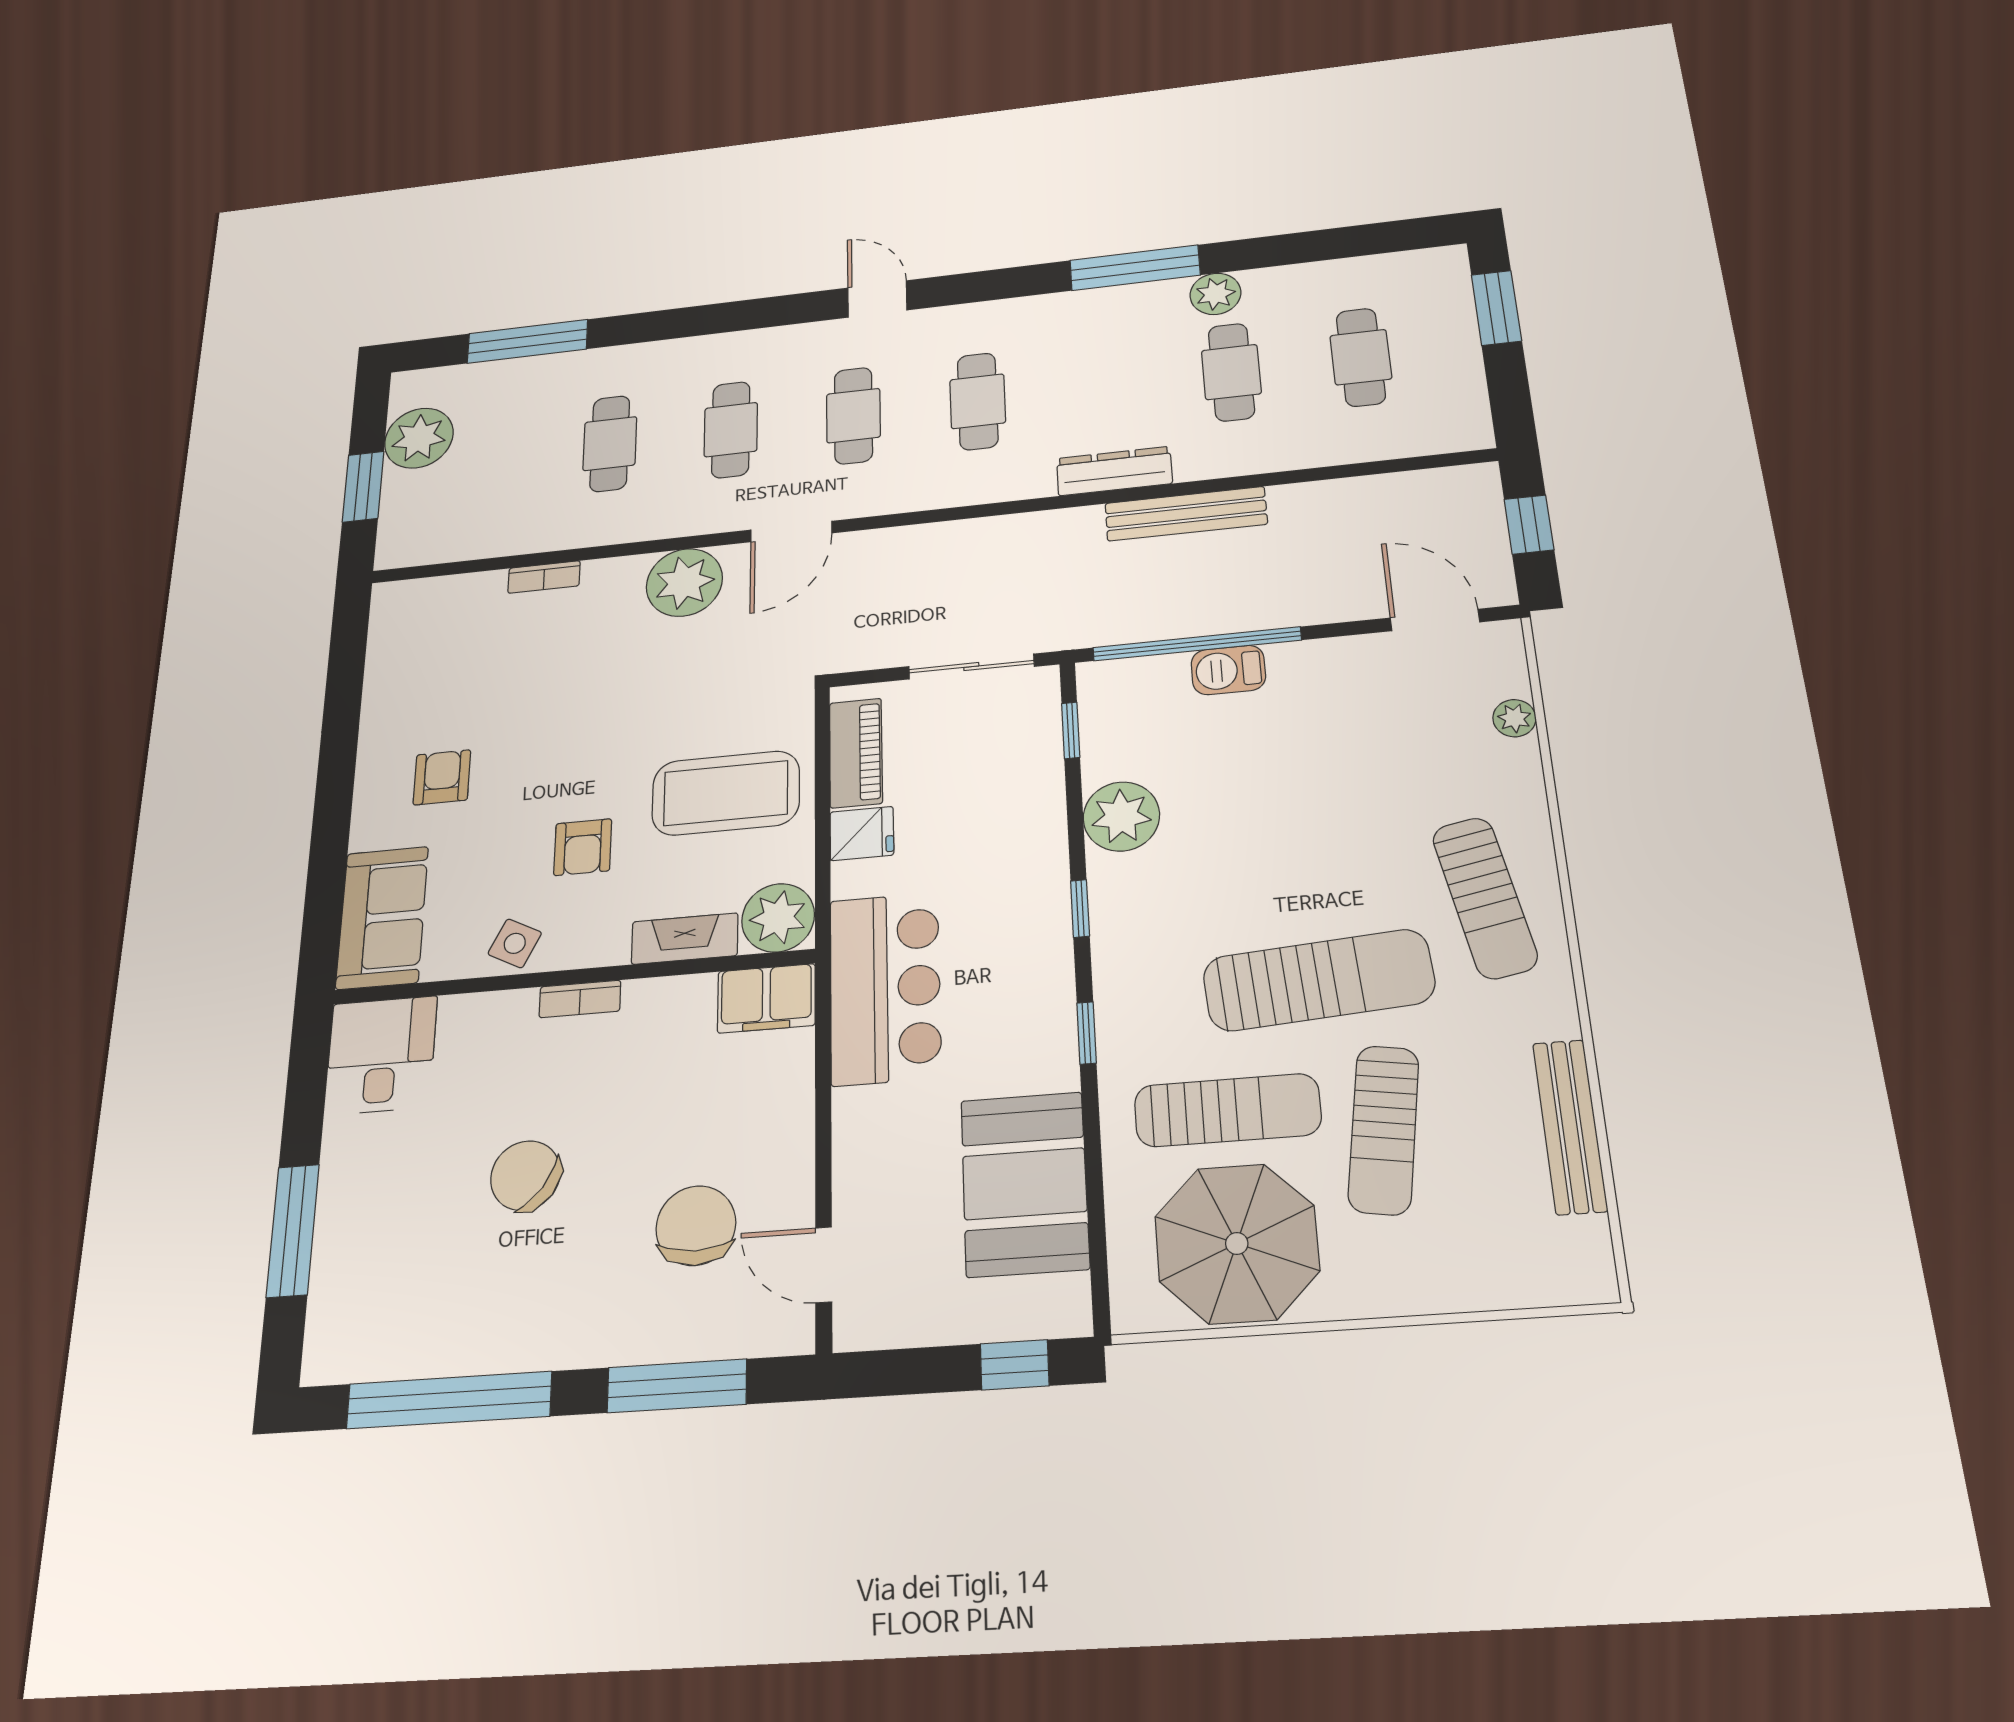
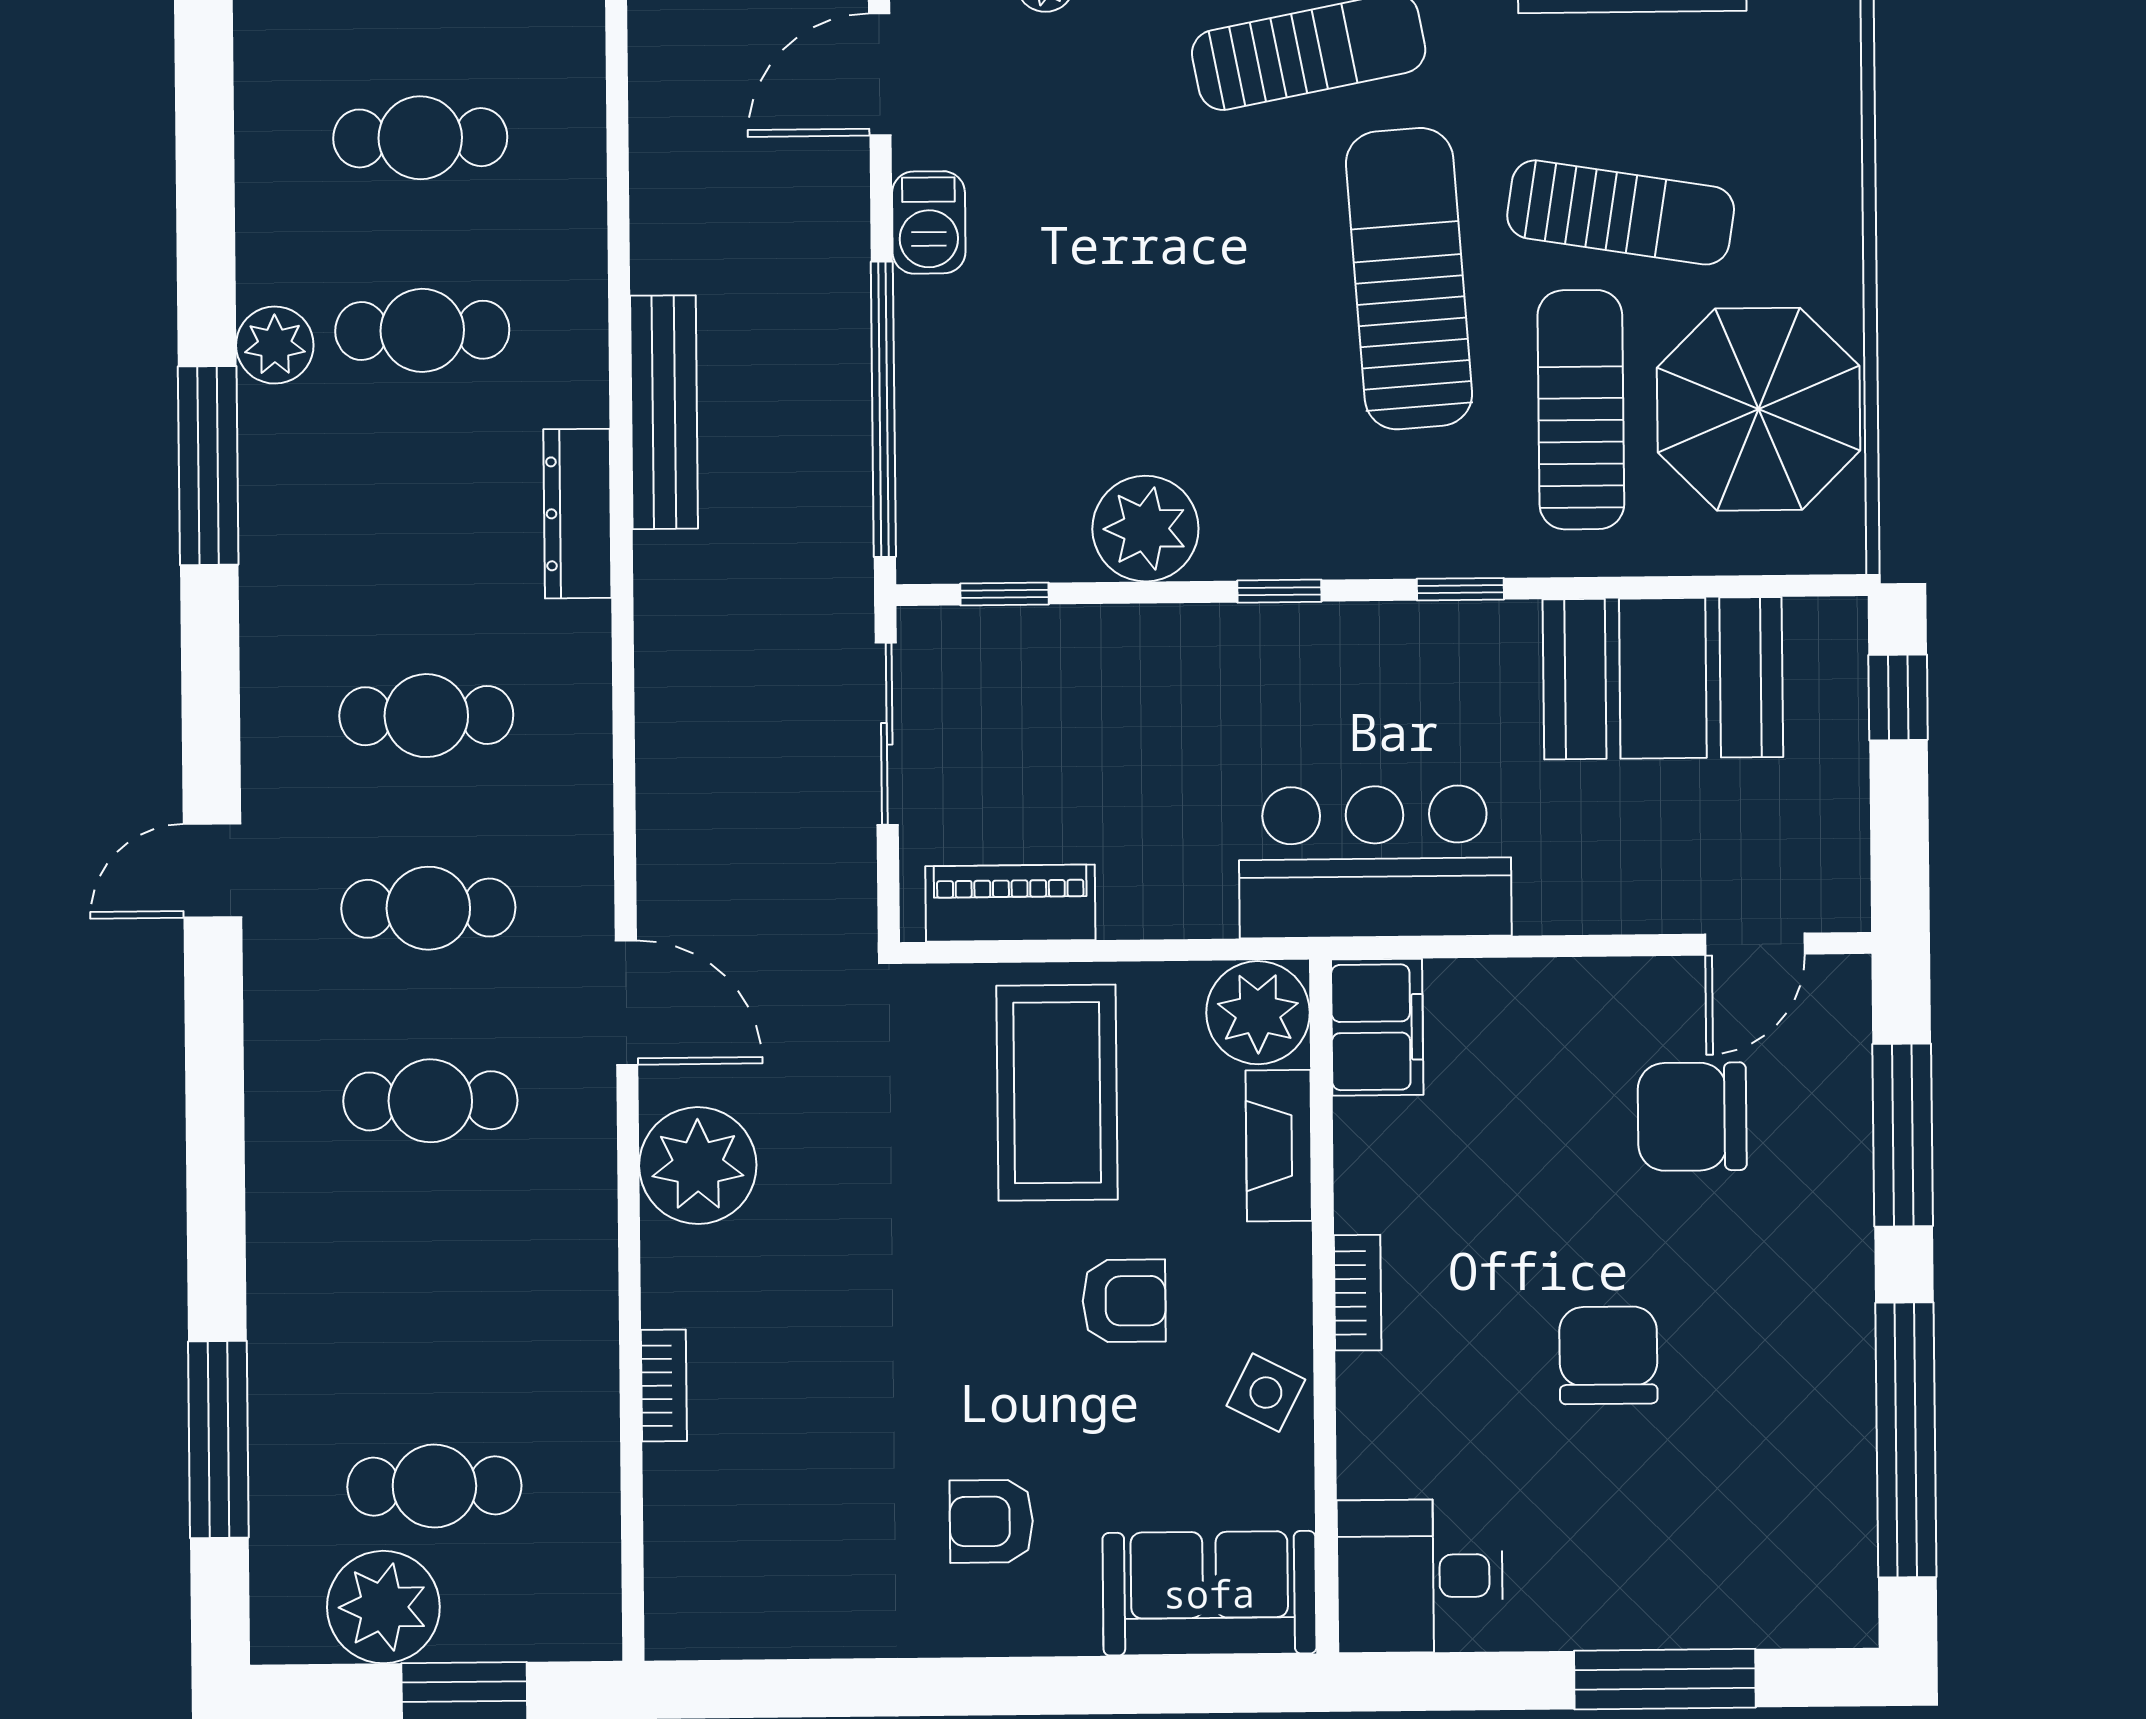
cafe table: (610, 444) -> (434, 1486), moved
barbecue: (1228, 670) -> (929, 222), moved
fridge: (862, 833) -> (1139, 894), removed
chair: (525, 1176) -> (1608, 1355), turned 143

